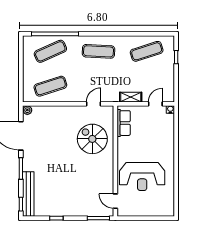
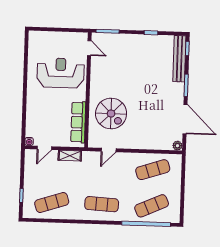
row of seats: (124, 123) -> (78, 122), width x1.48

